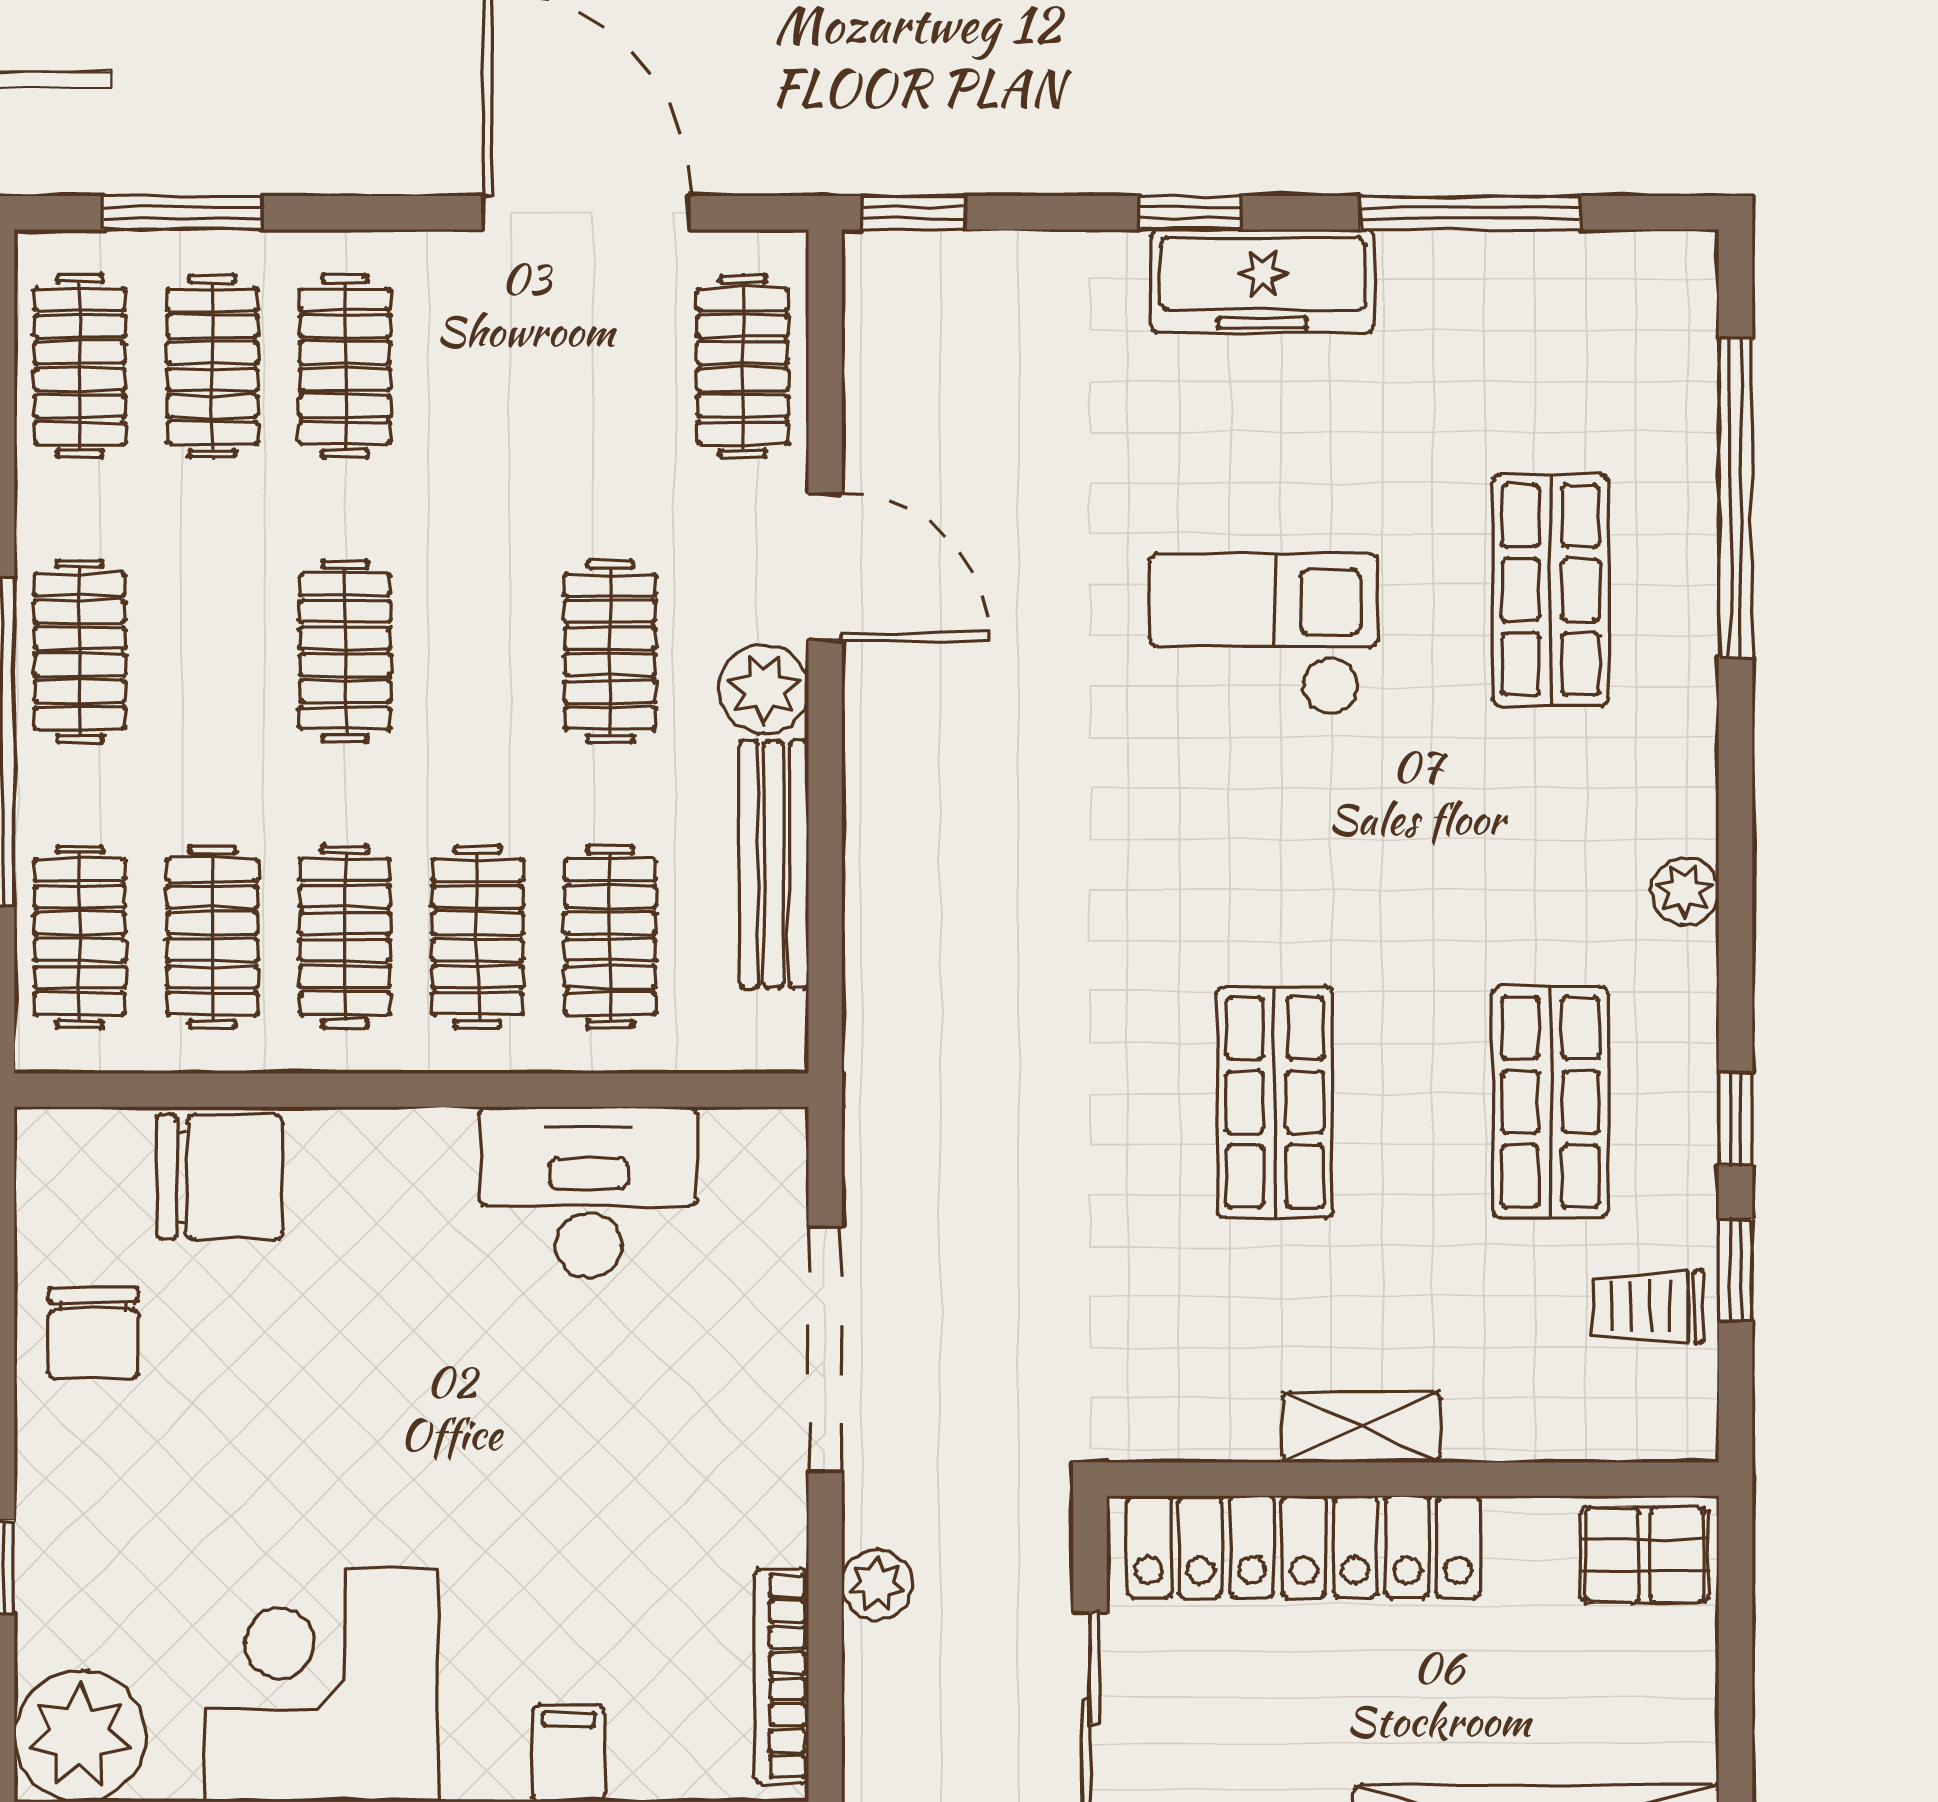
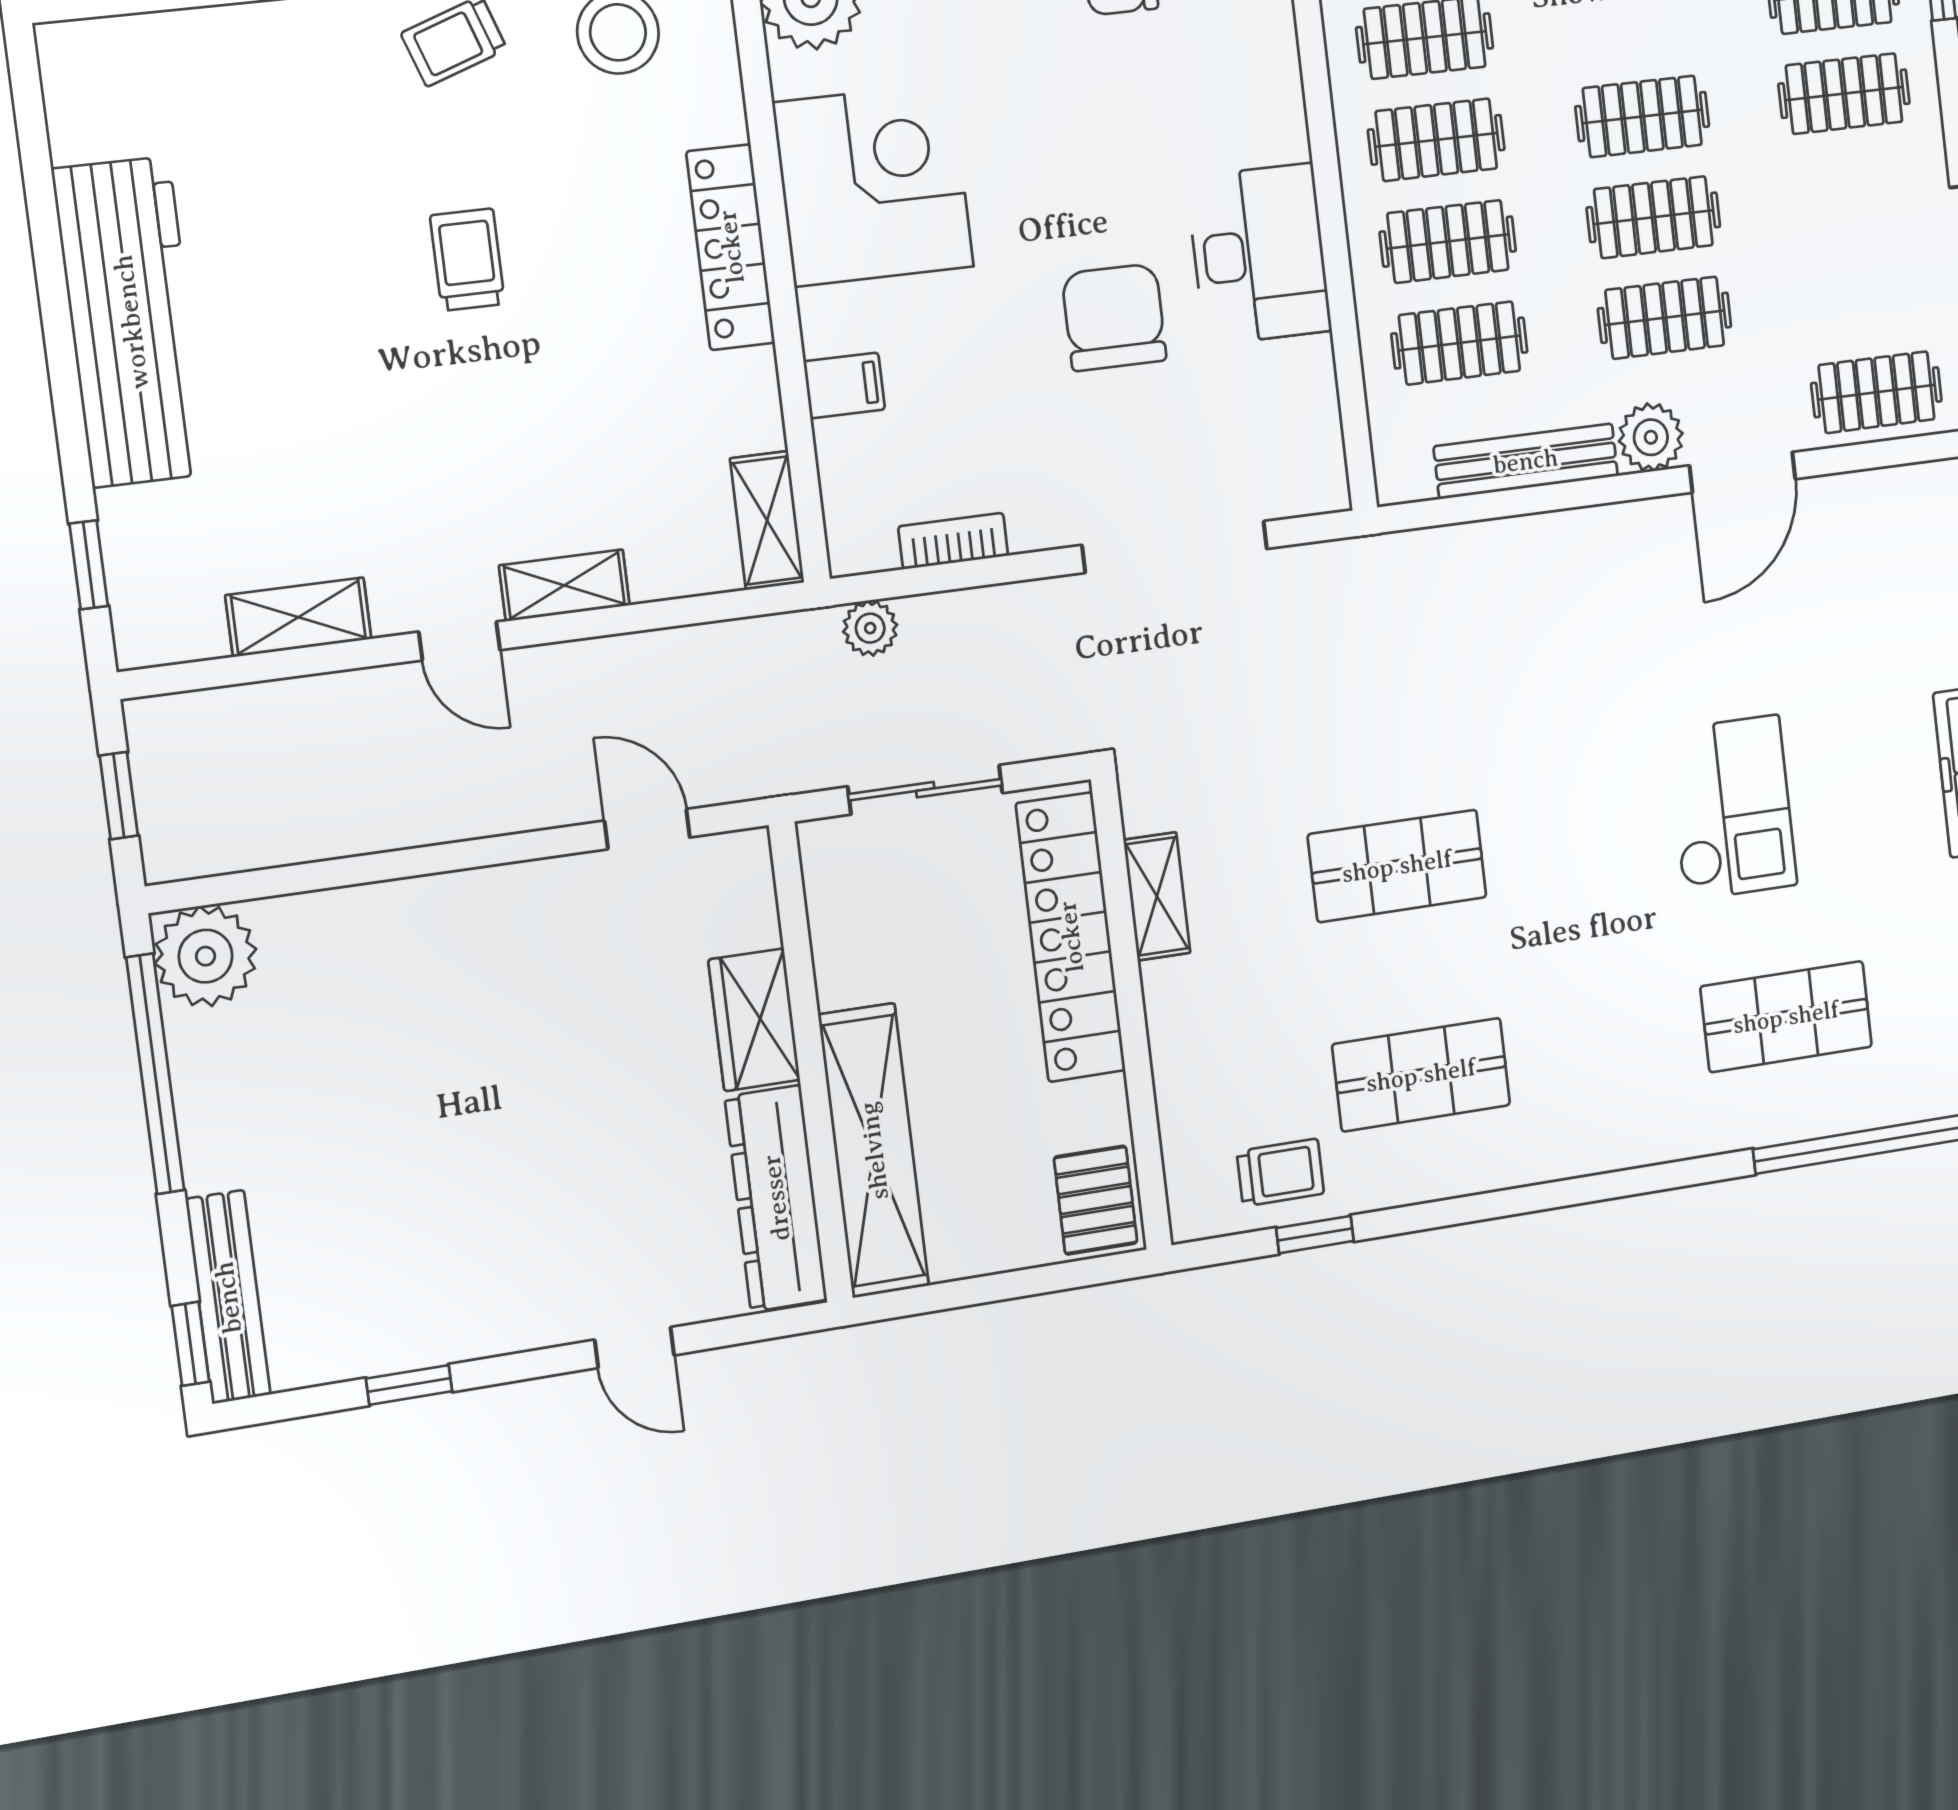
clothes rail: (478, 651) -> (1653, 217), added
plant: (1685, 891) -> (1585, 1151), removed
window: (1736, 1119) -> (1425, 1216), removed
chair: (220, 1177) -> (1114, 317), moved, turned 180
desk: (589, 1192) -> (1259, 254), moved
trolley: (1648, 1307) -> (1280, 1173), turned 90
shelving: (1361, 1427) -> (1157, 896), moved
plant: (877, 1584) -> (870, 628), moved
bookcase: (781, 1676) -> (953, 541), width x0.64

